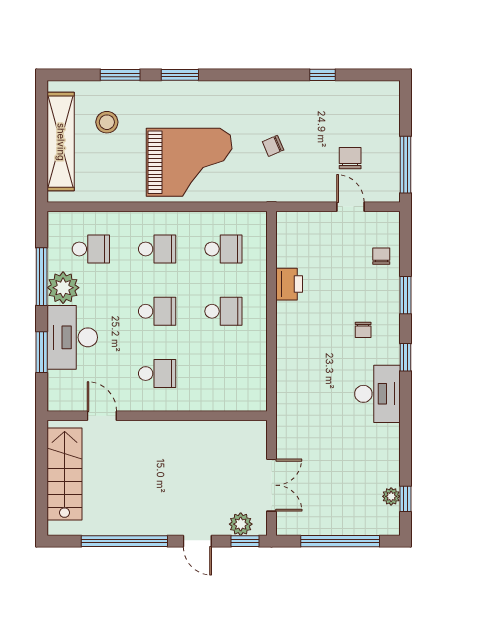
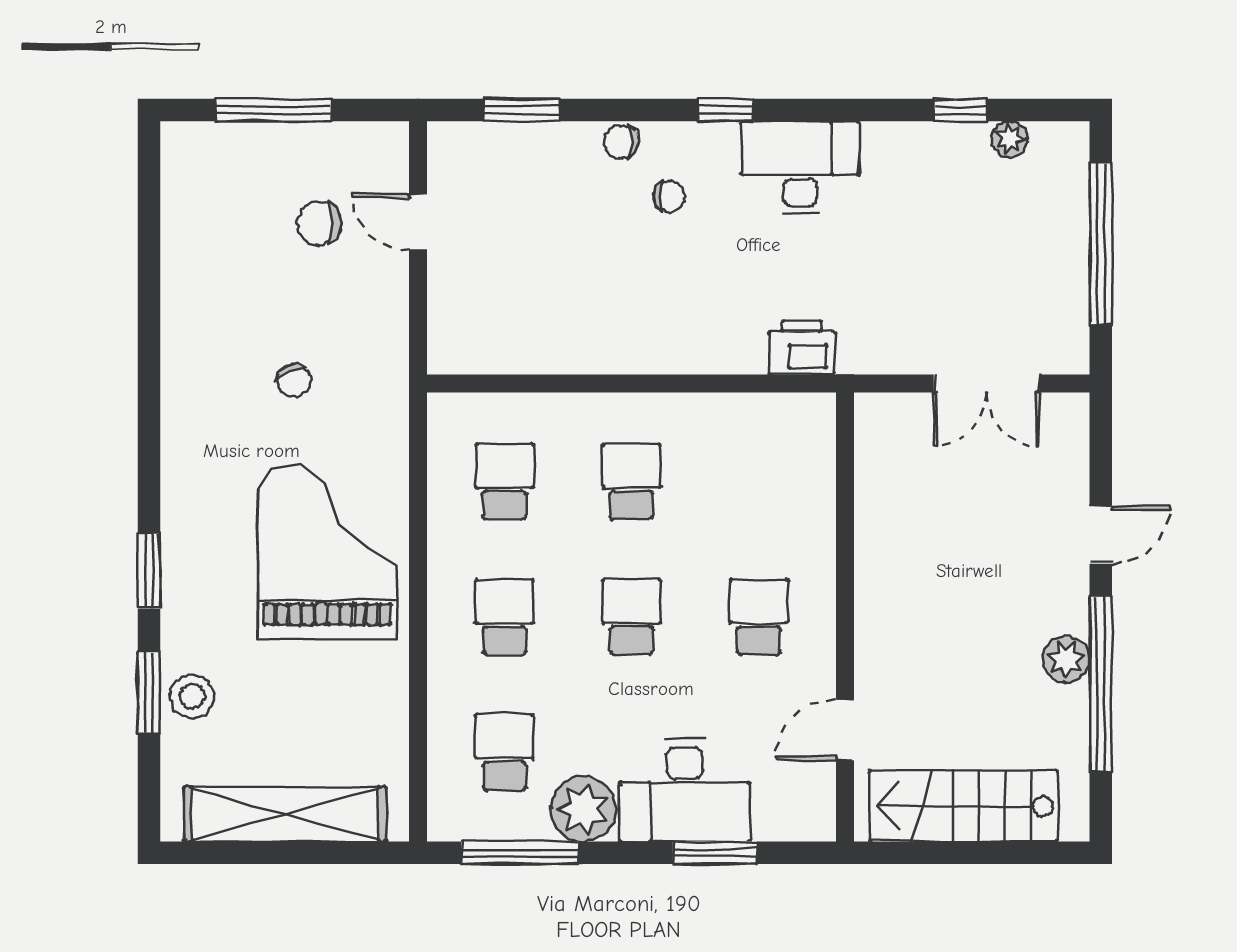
window: (322, 75) -> (149, 279), removed
stool: (107, 122) -> (192, 696), moved
window: (405, 165) -> (273, 110), moved
door: (351, 207) -> (418, 222), hinge flipped
chair: (381, 256) -> (621, 142), moved
window: (42, 277) -> (520, 853), moved
printer: (289, 284) -> (802, 348), moved
window: (405, 295) -> (522, 110), moved
double door: (272, 485) -> (987, 384), swing flipped
window: (405, 499) -> (960, 110), moved
plant: (241, 524) -> (1066, 659), moved
window: (245, 541) -> (1101, 438), removed

